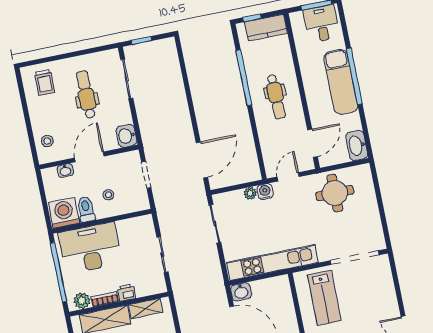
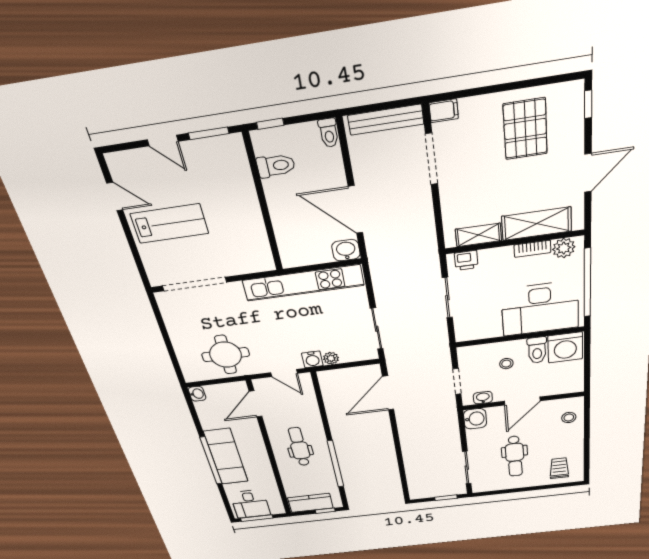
washbasin: (357, 145) -> (197, 394), width x0.52, depth x0.69
washbasin: (65, 171) -> (483, 398), moved
door: (288, 177) -> (284, 373), hinge flipped
printer: (126, 292) -> (466, 260), moved
lab bench: (324, 298) -> (169, 224), moved, turned 90

